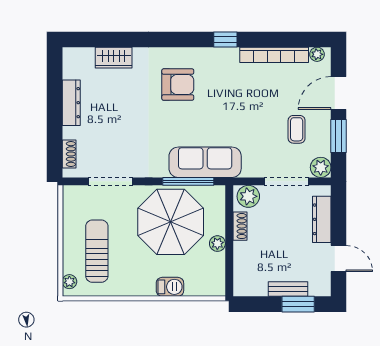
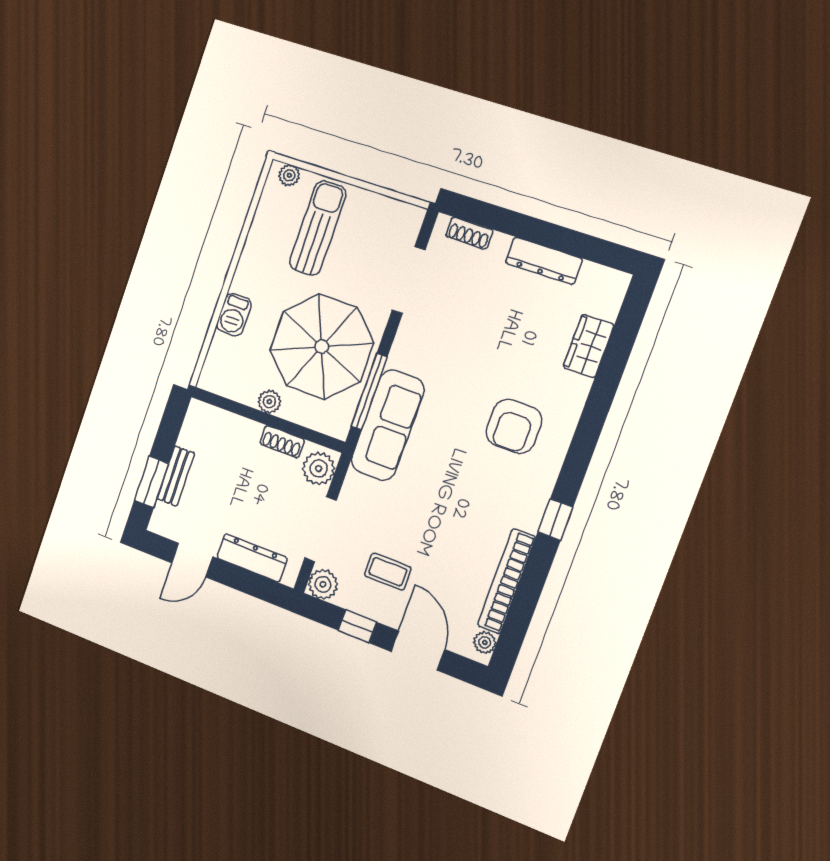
window: (339, 136) -> (357, 626), width x0.67
sun lounger: (97, 251) -> (318, 228), turned -90

